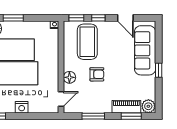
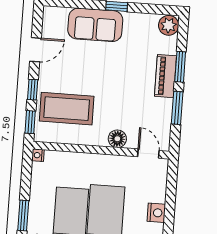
sofa: (145, 50) -> (95, 25), width x0.73
armchair: (97, 74) -> (116, 98), removed
piano: (126, 107) -> (165, 76), moved
window: (131, 116) -> (180, 67), moved

